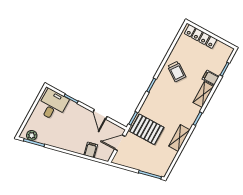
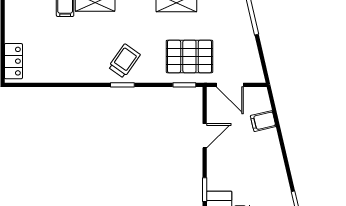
locker: (201, 36) -> (13, 61), width x0.66
trolley: (177, 71) -> (124, 61), moved
pallet: (147, 129) -> (189, 56), turned 90

